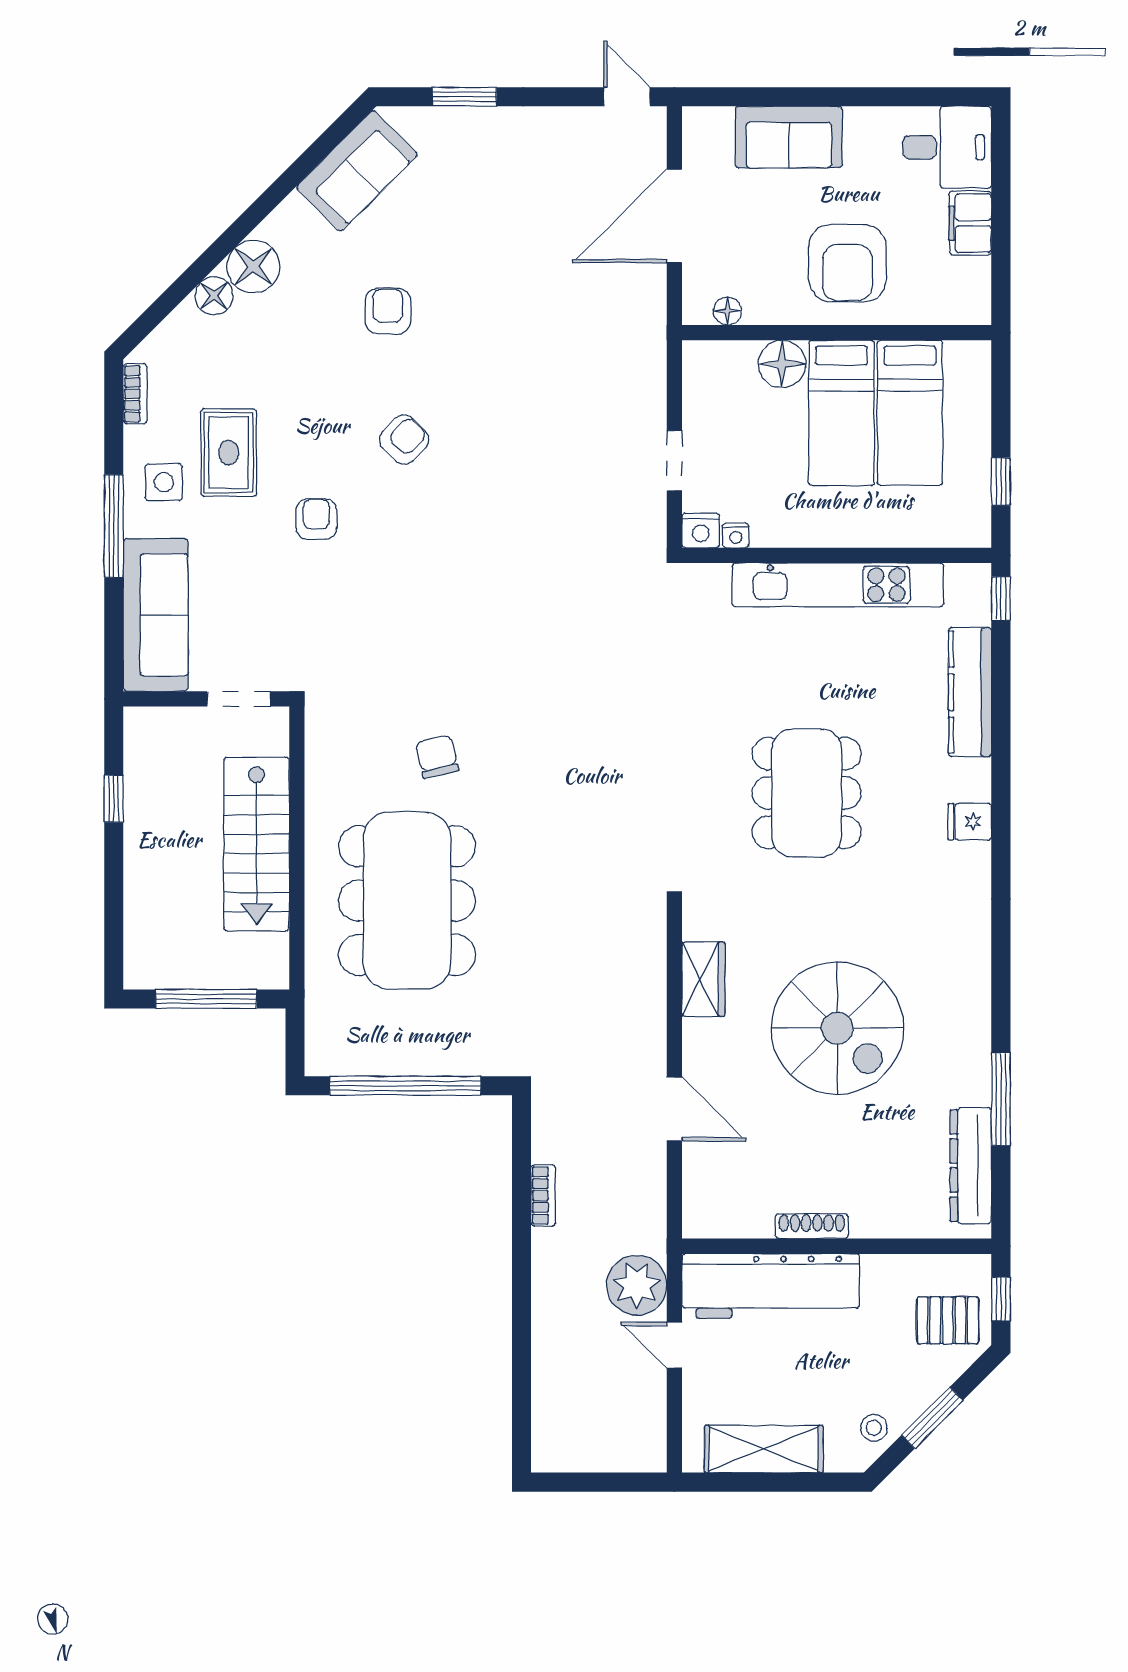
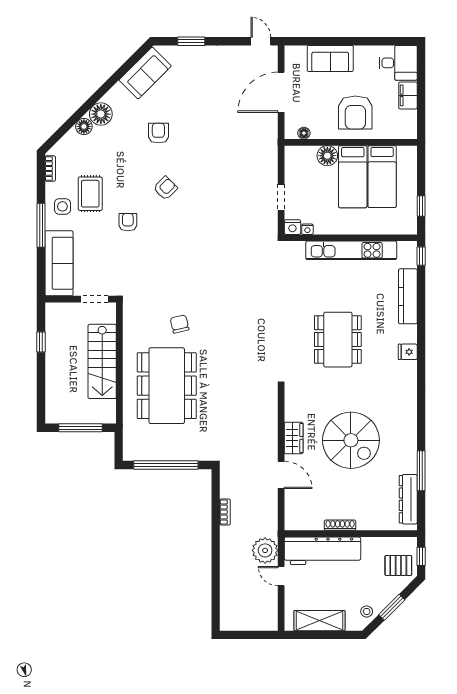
wardrobe: (703, 979) -> (294, 438), moved

